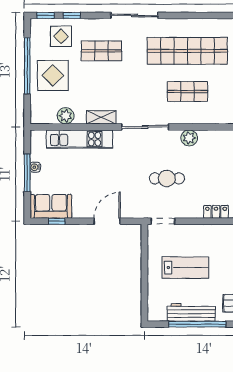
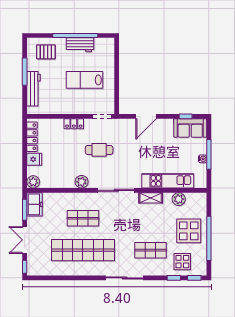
locker: (216, 212) -> (74, 124), moved
workbench: (191, 312) -> (80, 45), width x0.73

